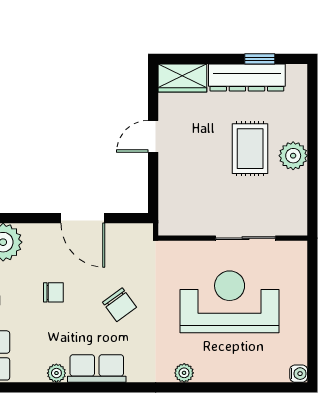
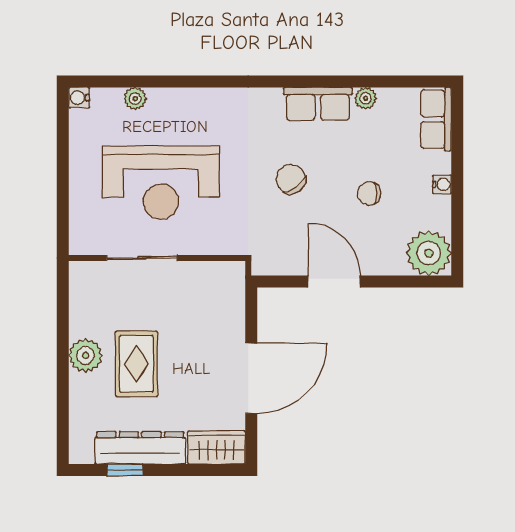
door: (153, 136) -> (251, 378), width x1.87
plant: (184, 373) -> (135, 99), moved

